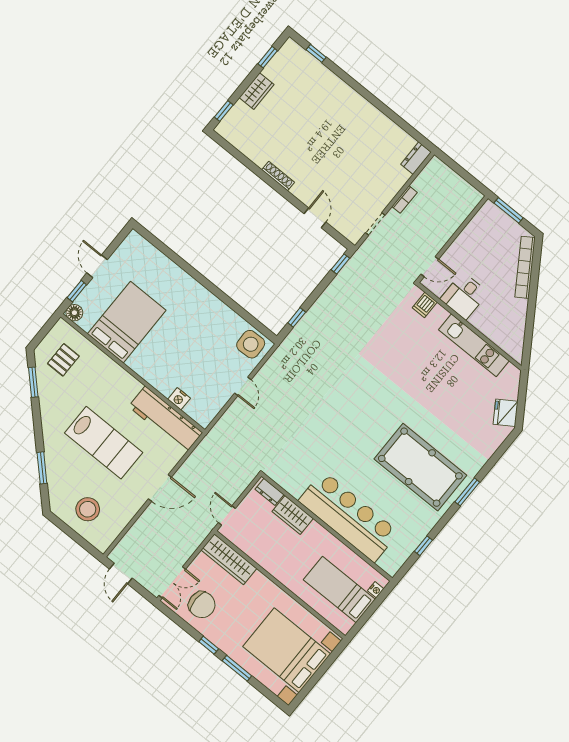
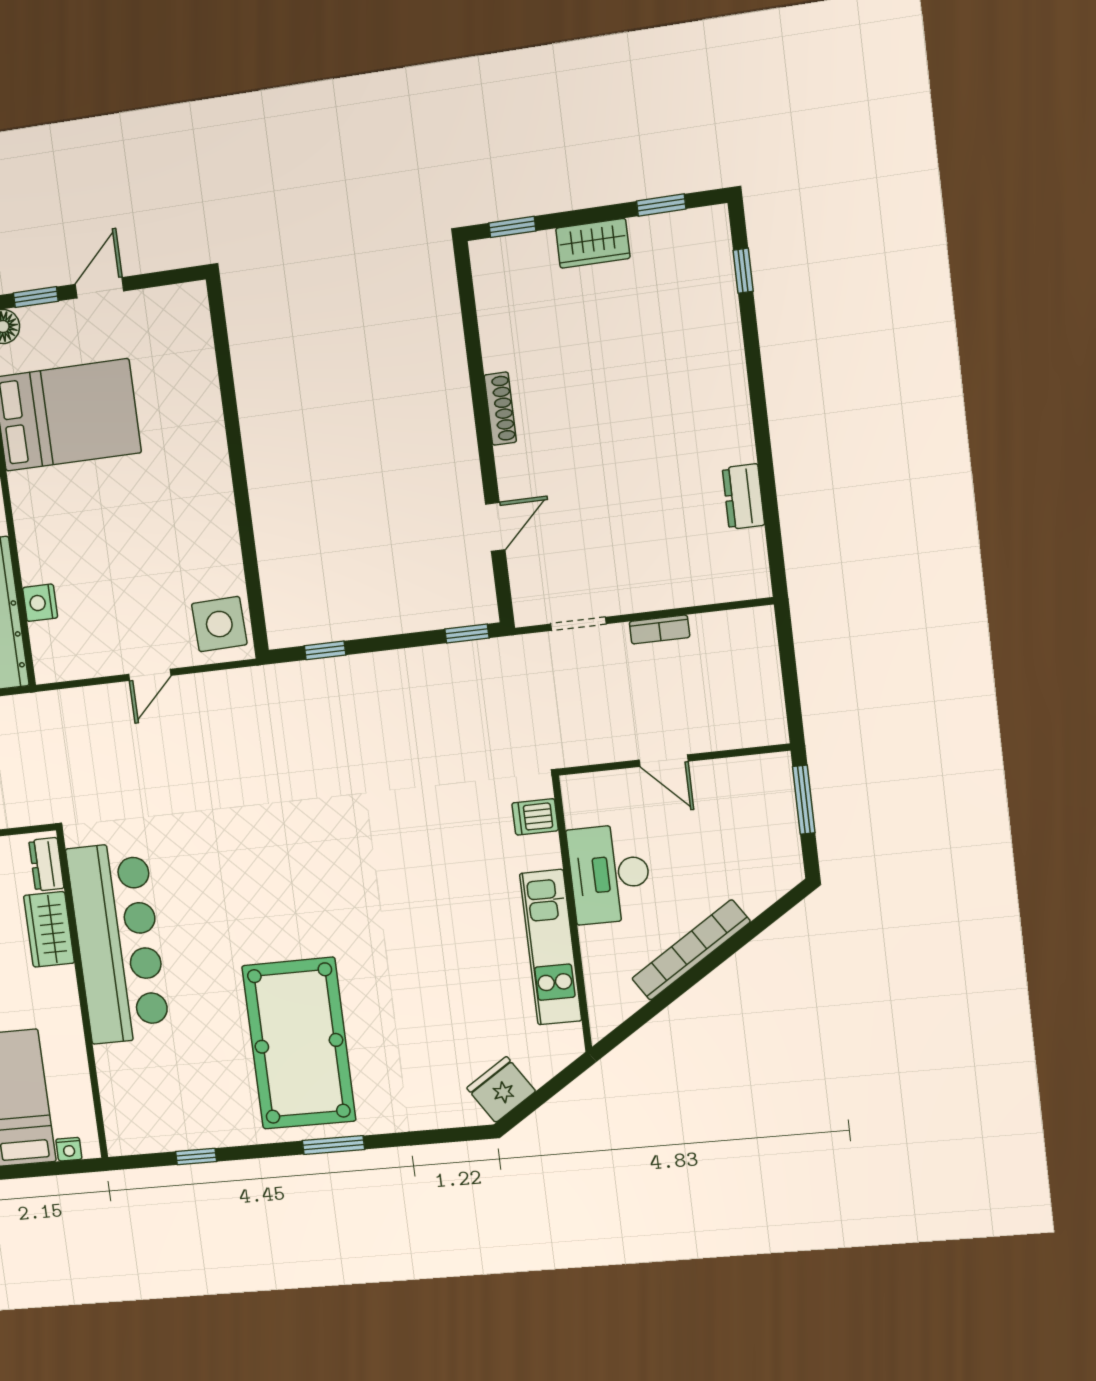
dresser: (416, 158) -> (743, 497), moved, turned -90
door: (430, 267) -> (664, 761), moved
bookcase: (525, 267) -> (691, 950), moved
desk: (464, 296) -> (610, 874), width x1.37
bar counter: (349, 517) -> (118, 943), moved

